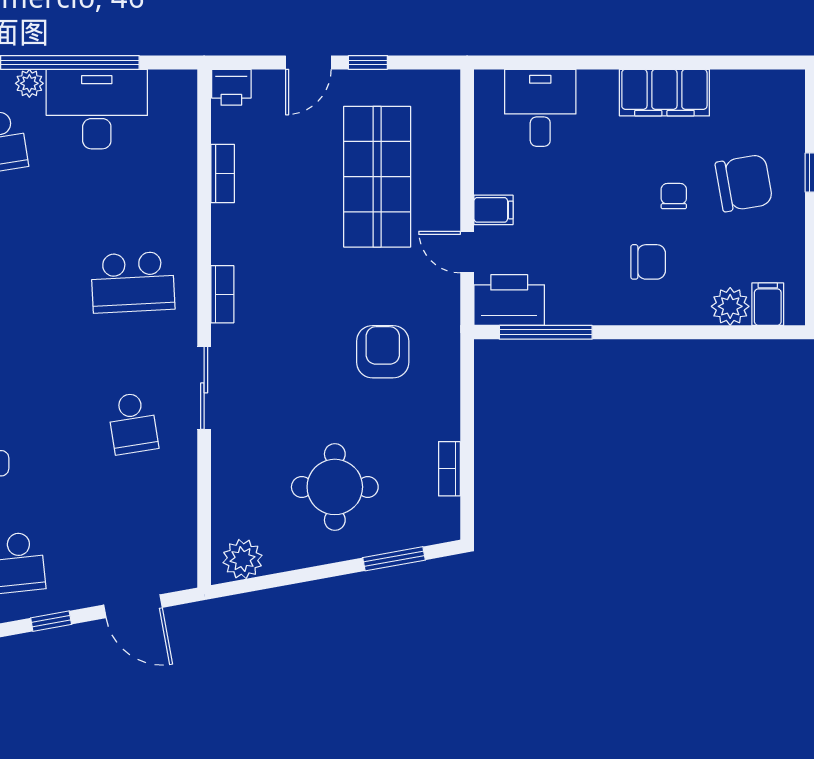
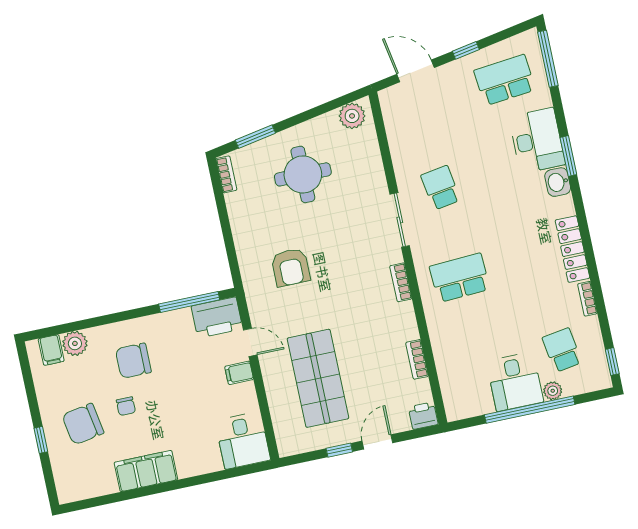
desk: (540, 108) -> (243, 440), moved
desk: (97, 109) -> (515, 382), width x0.73
chair: (648, 262) -> (133, 361), width x1.37, depth x1.37
bookcase: (449, 469) -> (226, 174), moved

